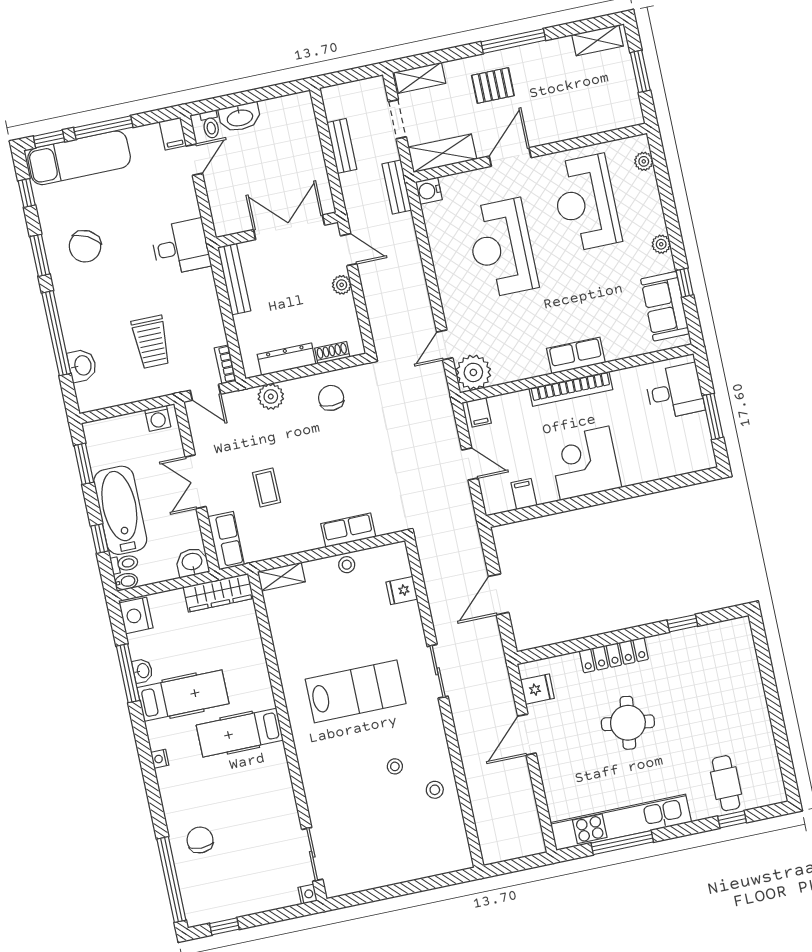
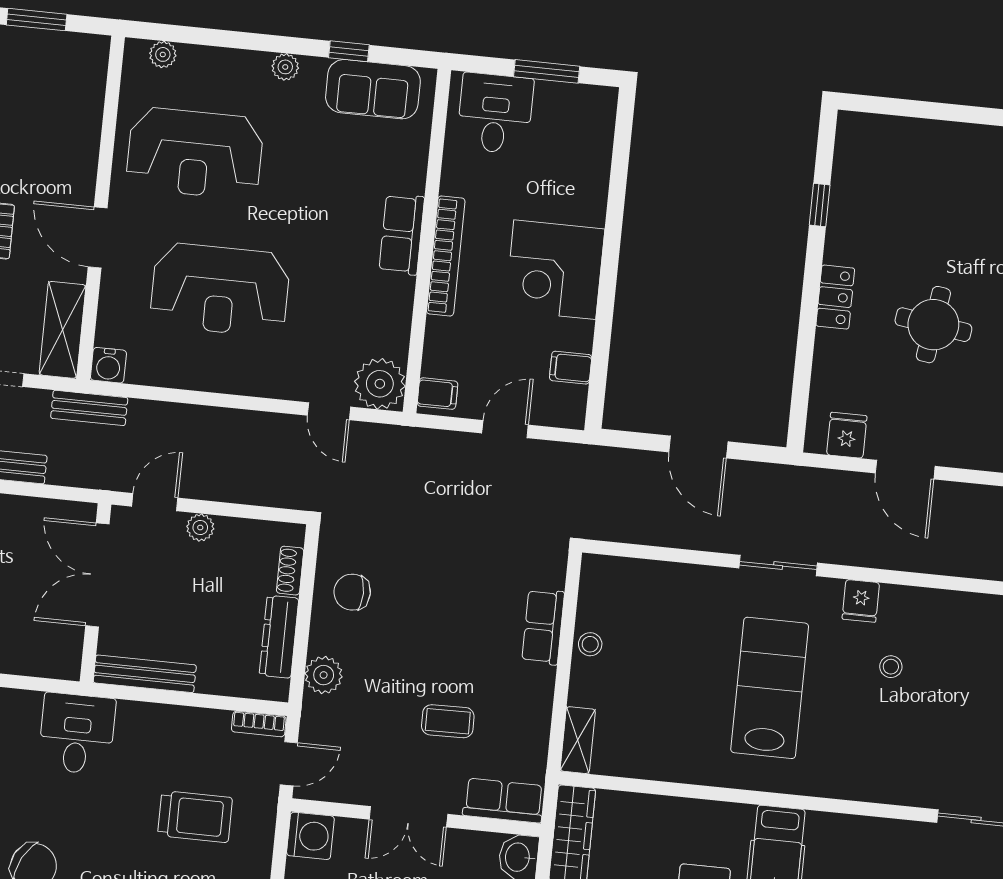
washing machine: (158, 418) -> (310, 836), width x1.38, depth x1.38
fridge: (402, 591) -> (861, 601), moved
locker: (614, 655) -> (835, 297), width x0.66
stool: (435, 790) -> (941, 622), removed

